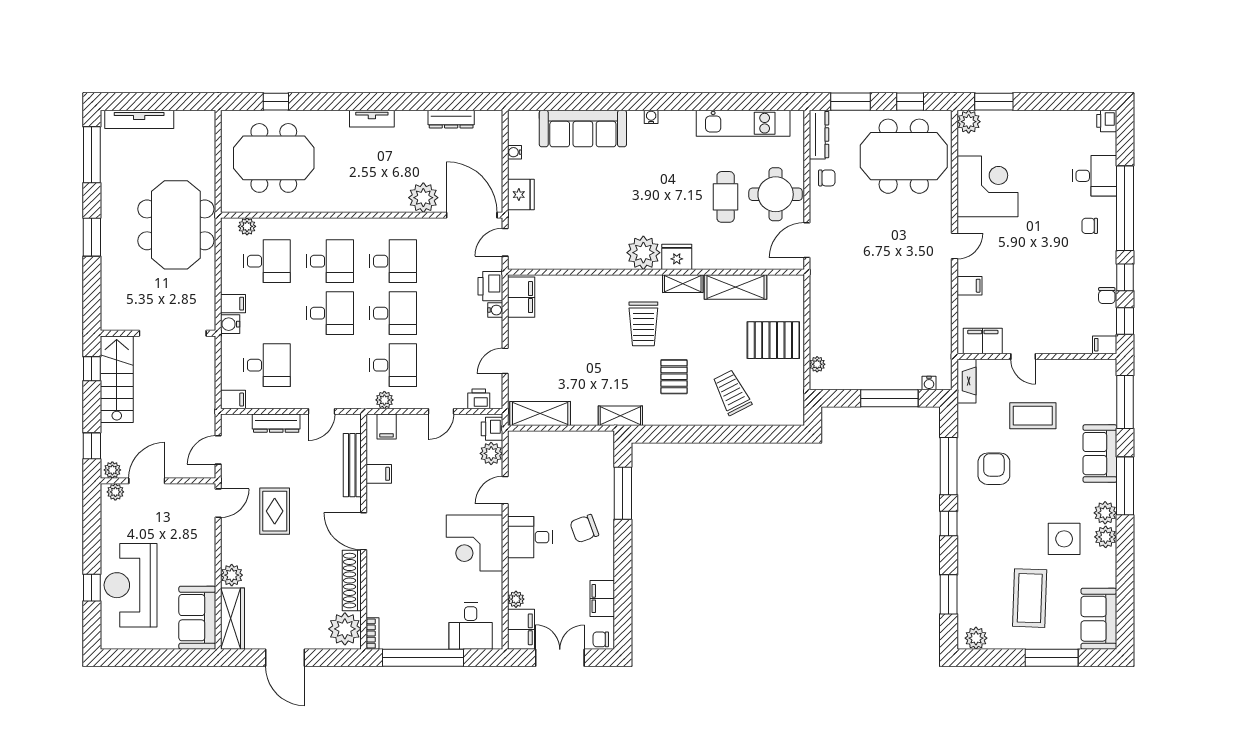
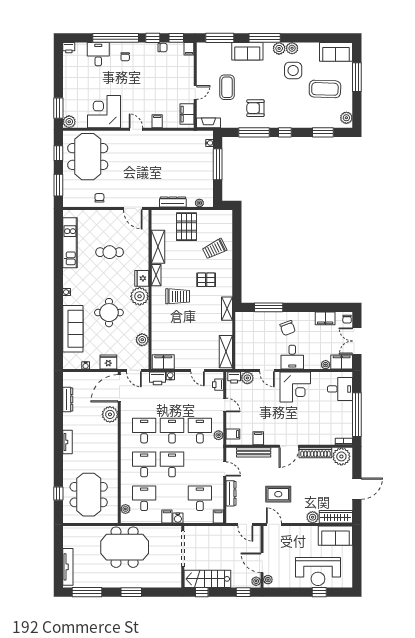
dresser: (819, 135) -> (173, 202), moved
round table: (776, 194) -> (109, 313), moved
plant: (562, 258) -> (142, 340), added

